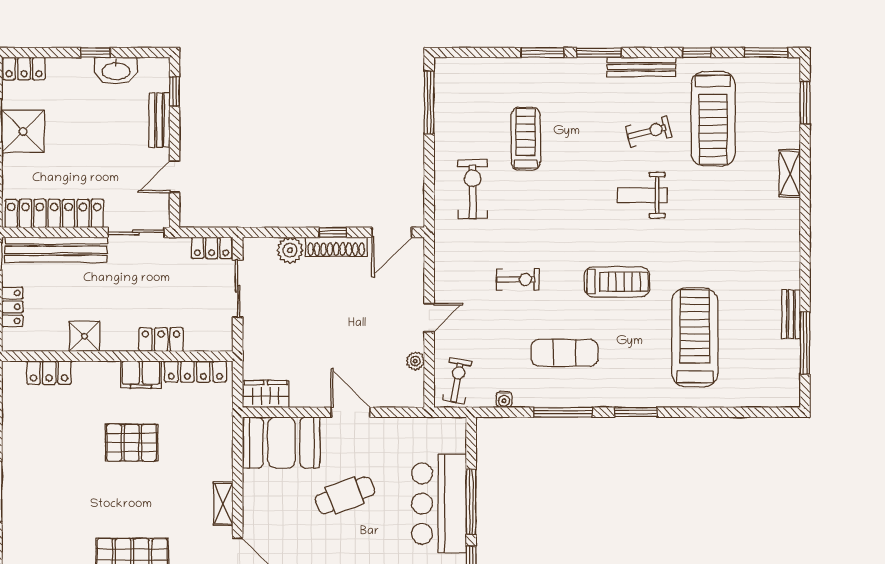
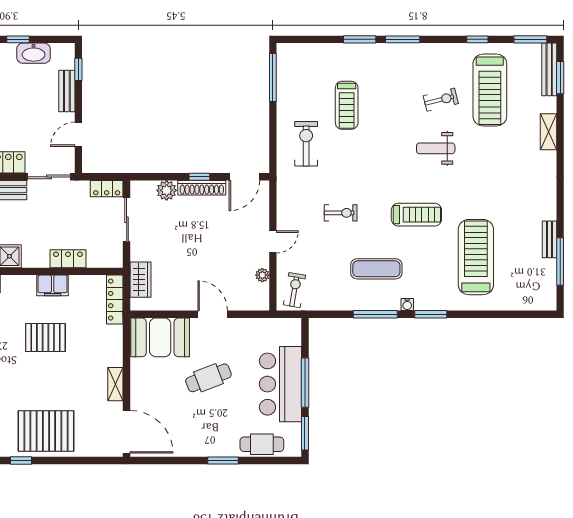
bench: (641, 67) -> (549, 69), moved, turned 90
treadmill: (526, 139) -> (347, 105), turned 180
locker: (195, 371) -> (115, 300), moved, turned 90
wardrobe: (266, 394) -> (140, 280), moved, turned 90
water cooler: (504, 400) -> (407, 305), moved

